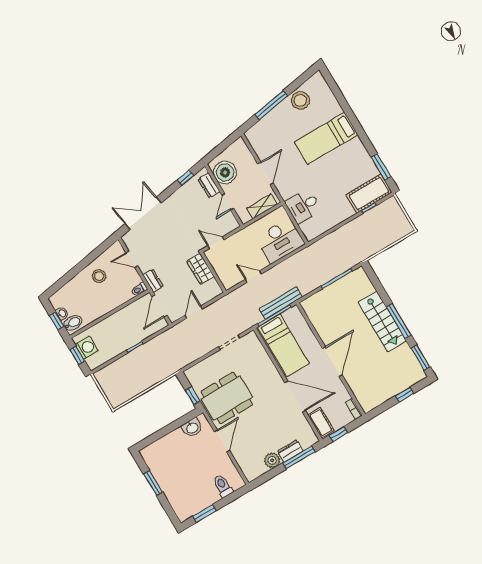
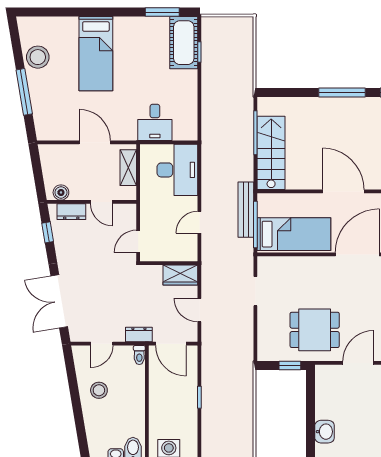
boiler: (225, 172) -> (61, 192), width x0.54, depth x0.54
wardrobe: (200, 269) -> (180, 275), moved
stairs: (382, 322) -> (271, 153), moved, turned -90
dining table: (227, 398) -> (315, 330), width x0.73
washbasin: (192, 428) -> (325, 432), moved
door: (222, 441) -> (358, 363), hinge flipped

